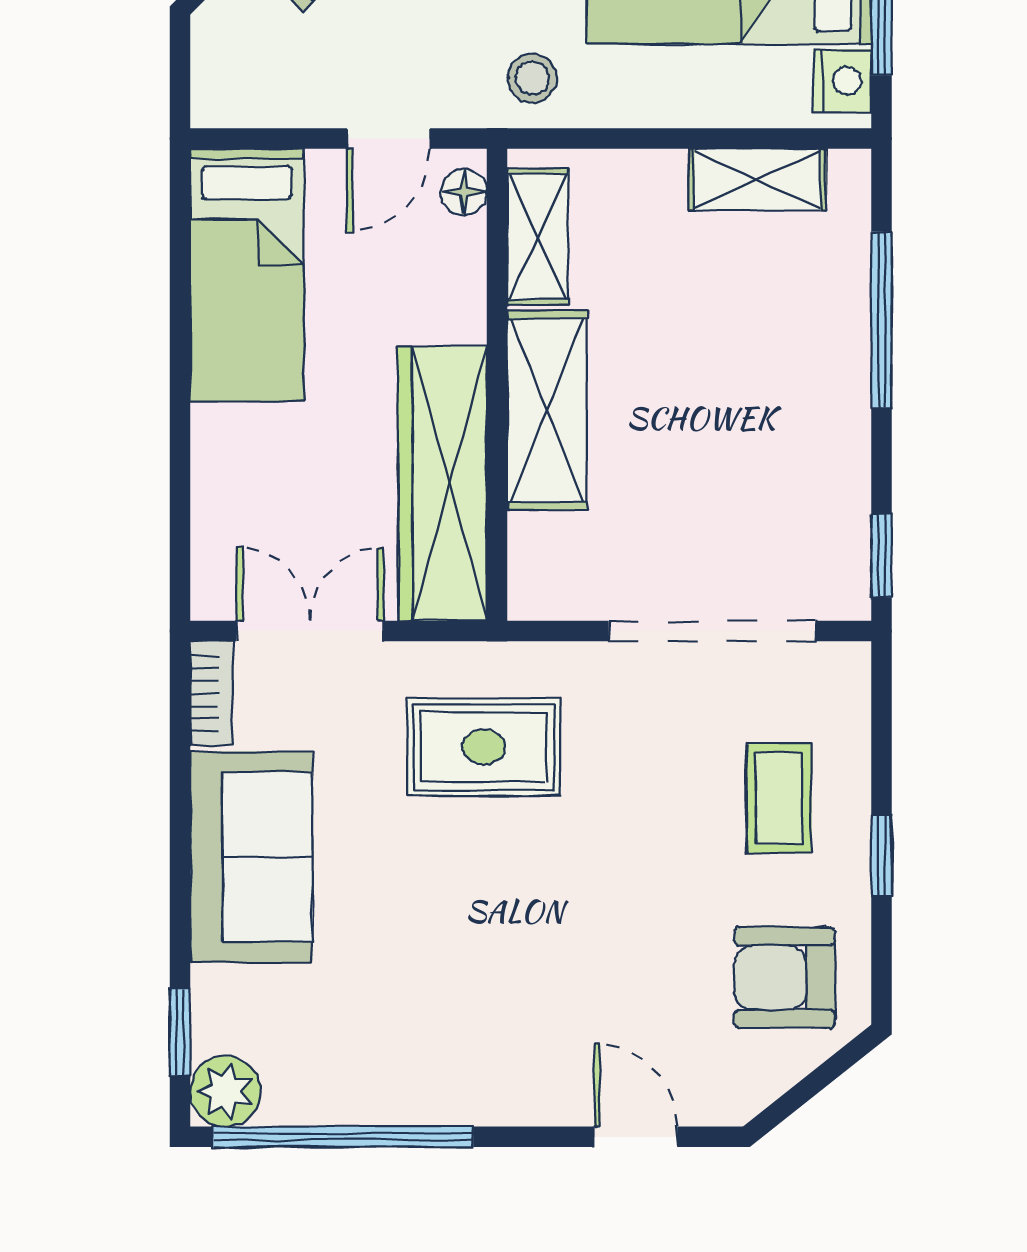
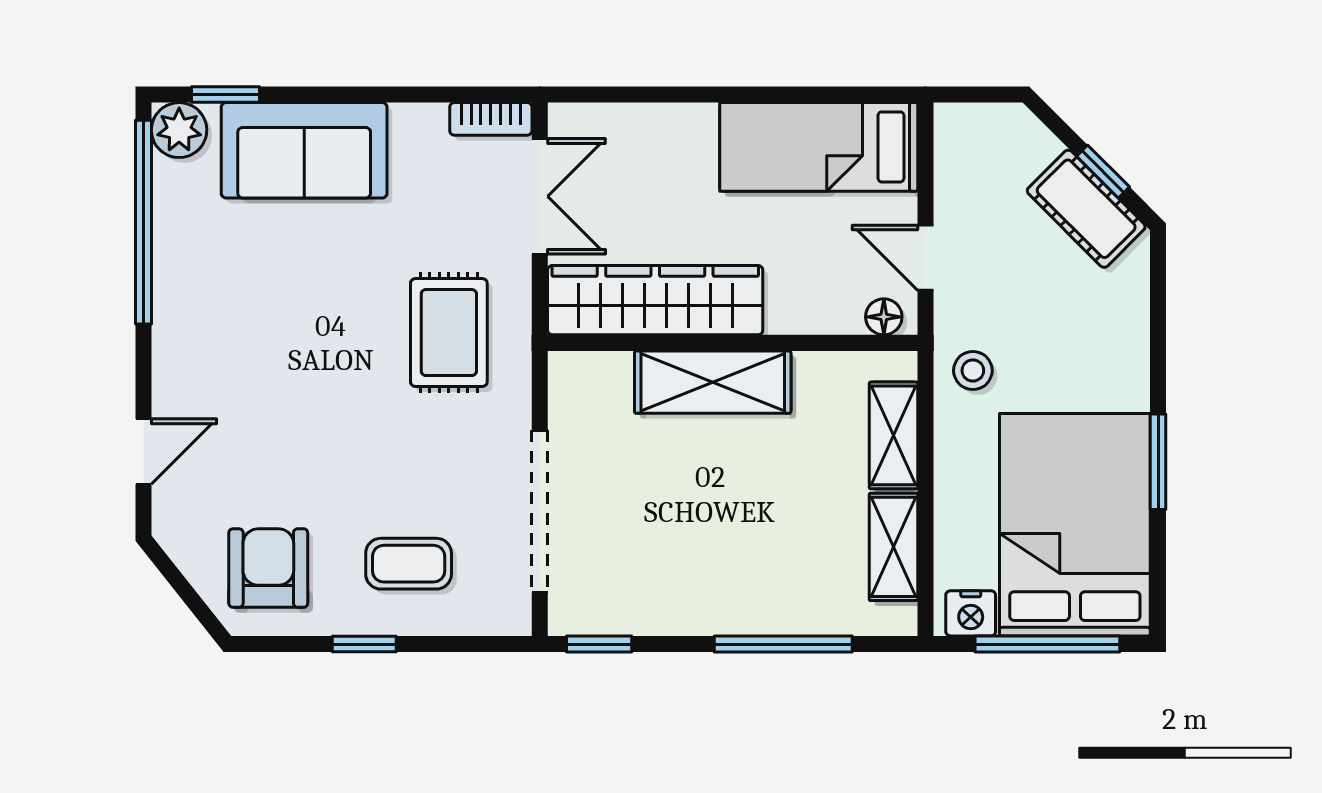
shelving: (538, 237) -> (894, 435), moved, turned 90
sofa: (251, 857) -> (304, 150), moved

